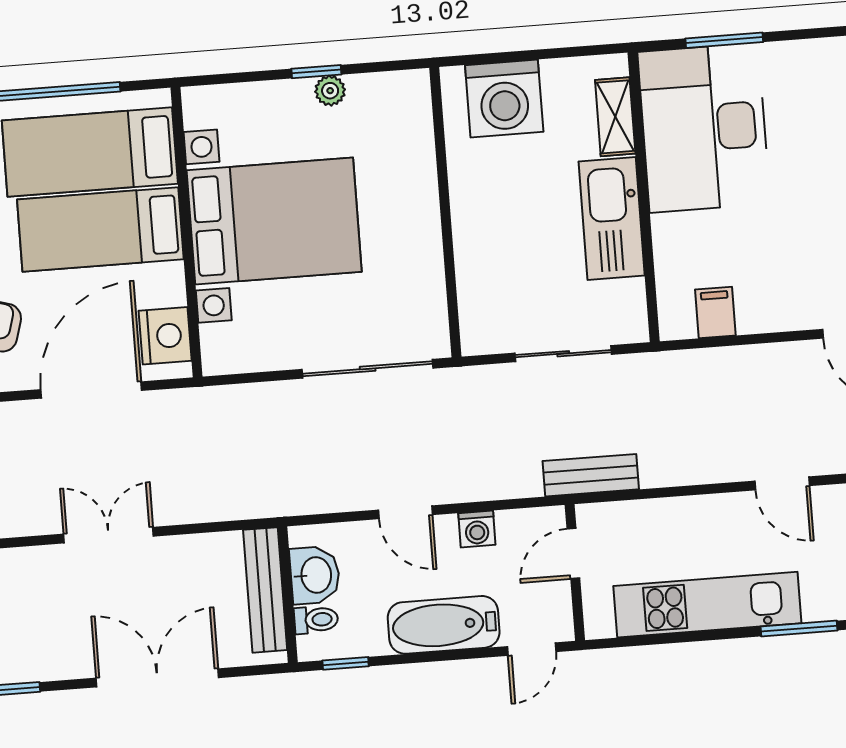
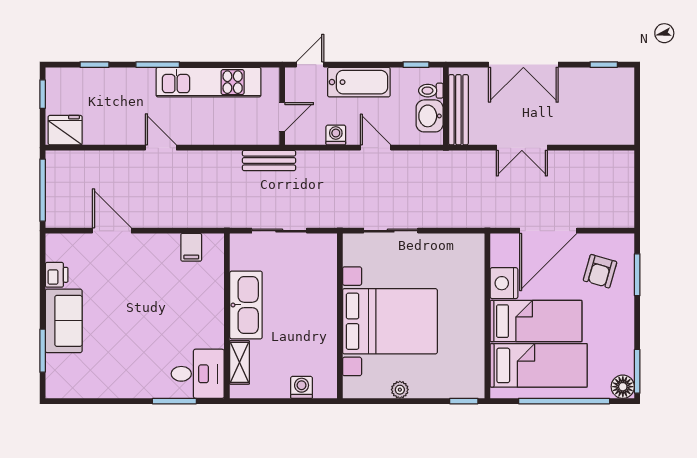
window: (316, 72) -> (464, 401), moved
washing machine: (504, 99) -> (302, 387), width x0.53, depth x0.53
desk: (704, 128) -> (198, 374), width x0.53, depth x0.77
bed with nightstands: (274, 221) -> (390, 321), moved, turned 180
nightstand: (165, 336) -> (504, 283), moved
sliding door: (368, 369) -> (391, 231), width x0.73
double door: (109, 535) -> (522, 148), moved

